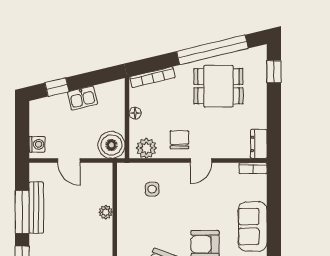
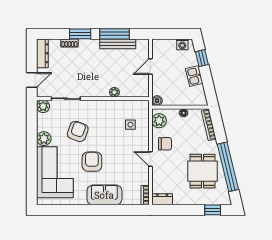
washing machine: (37, 144) -> (182, 44), moved
boiler: (111, 145) -> (157, 101), width x0.54, depth x0.54

